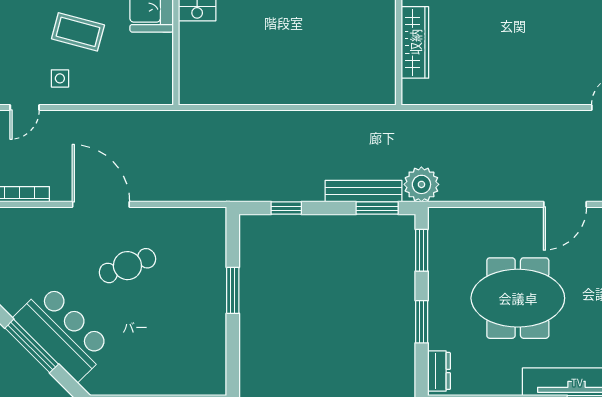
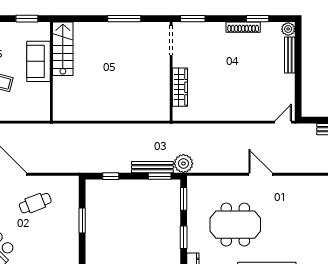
door: (565, 204) -> (261, 174), swing flipped
cafe table: (127, 266) -> (35, 203), moved

